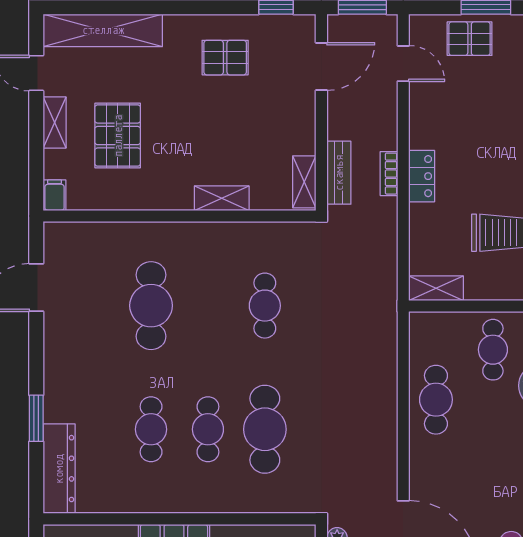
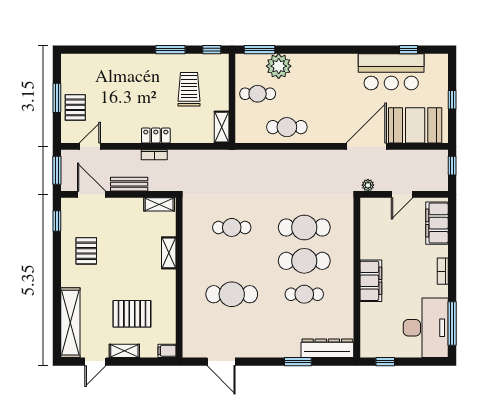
bench: (339, 173) -> (129, 184), moved
cafe table: (208, 429) -> (304, 261), width x1.37, depth x1.35

